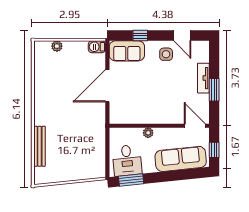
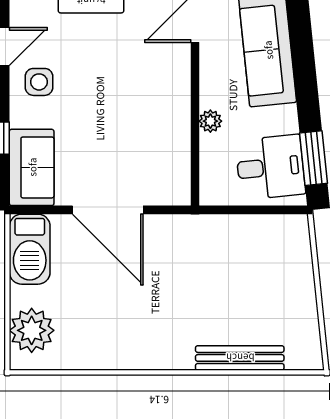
plant: (57, 46) -> (32, 330), width x1.87, depth x1.87
barbecue: (97, 47) -> (30, 249), width x1.88, depth x1.53

